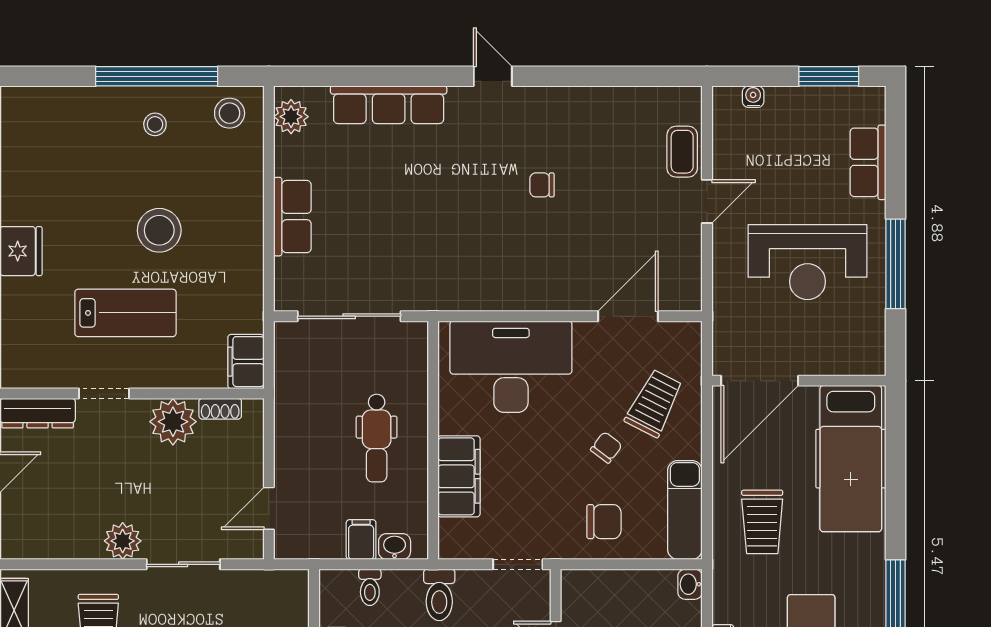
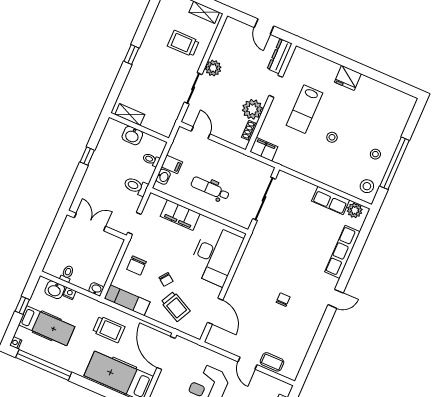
row of seats: (292, 217) -> (331, 201), moved
stool: (159, 230) -> (332, 137), width x0.53, depth x0.53
trolley: (762, 522) -> (109, 329), turned 180

